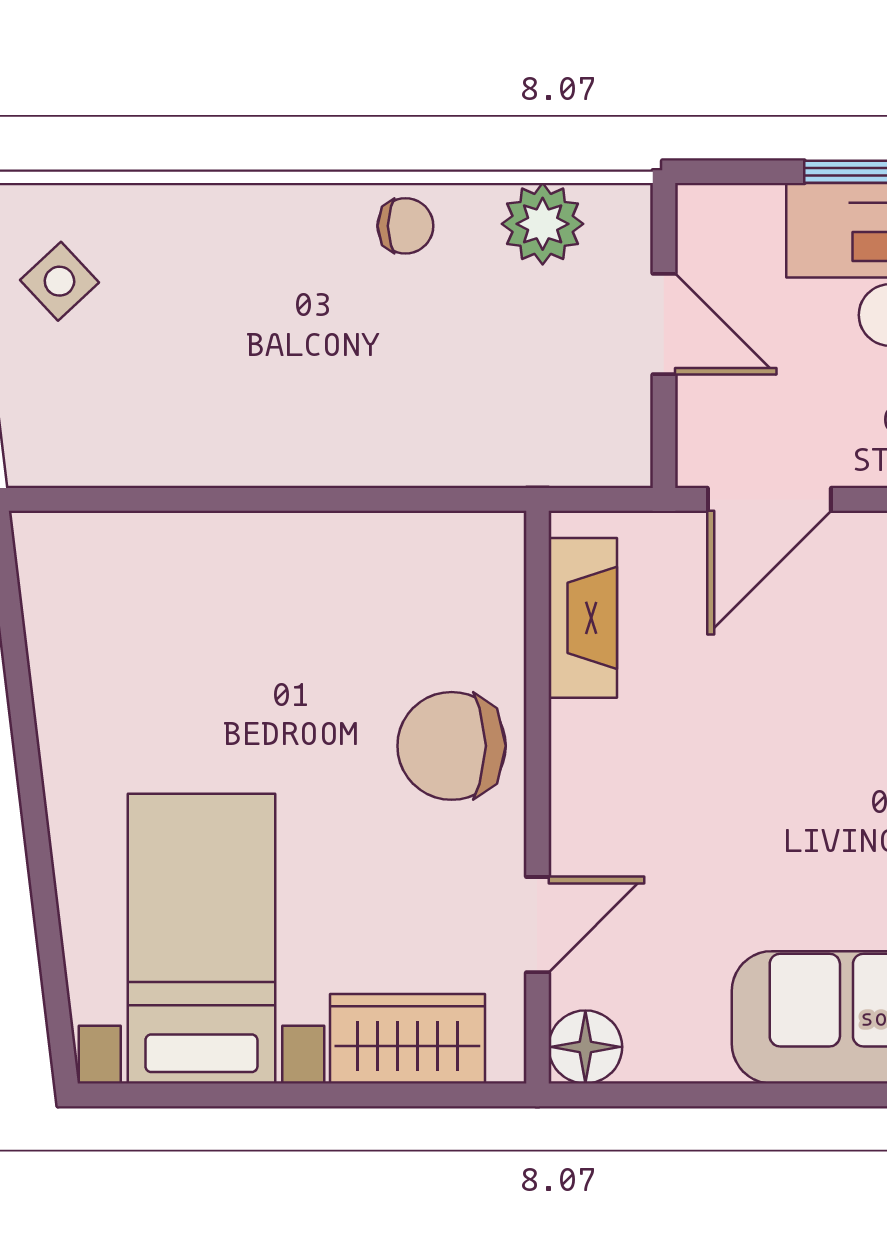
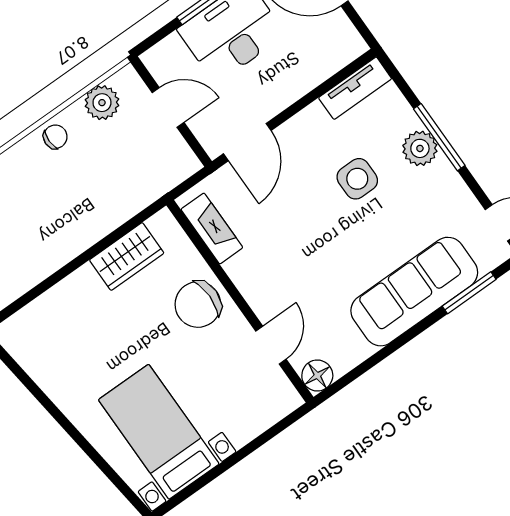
wardrobe: (407, 1039) -> (127, 256), moved, turned 180

